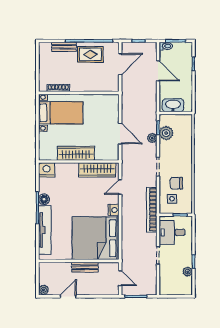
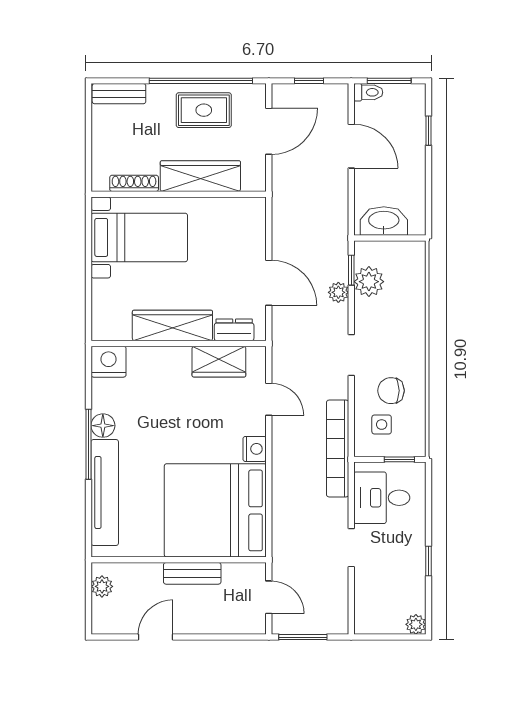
bench: (64, 47) -> (119, 94), moved
wardrobe: (89, 85) -> (200, 176), added
dresser: (104, 155) -> (234, 330), added
wardrobe: (97, 170) -> (219, 362), width x0.67
door: (120, 187) -> (269, 399), swing flipped
plant: (188, 272) -> (416, 624), moved
plant: (44, 290) -> (102, 586), moved

